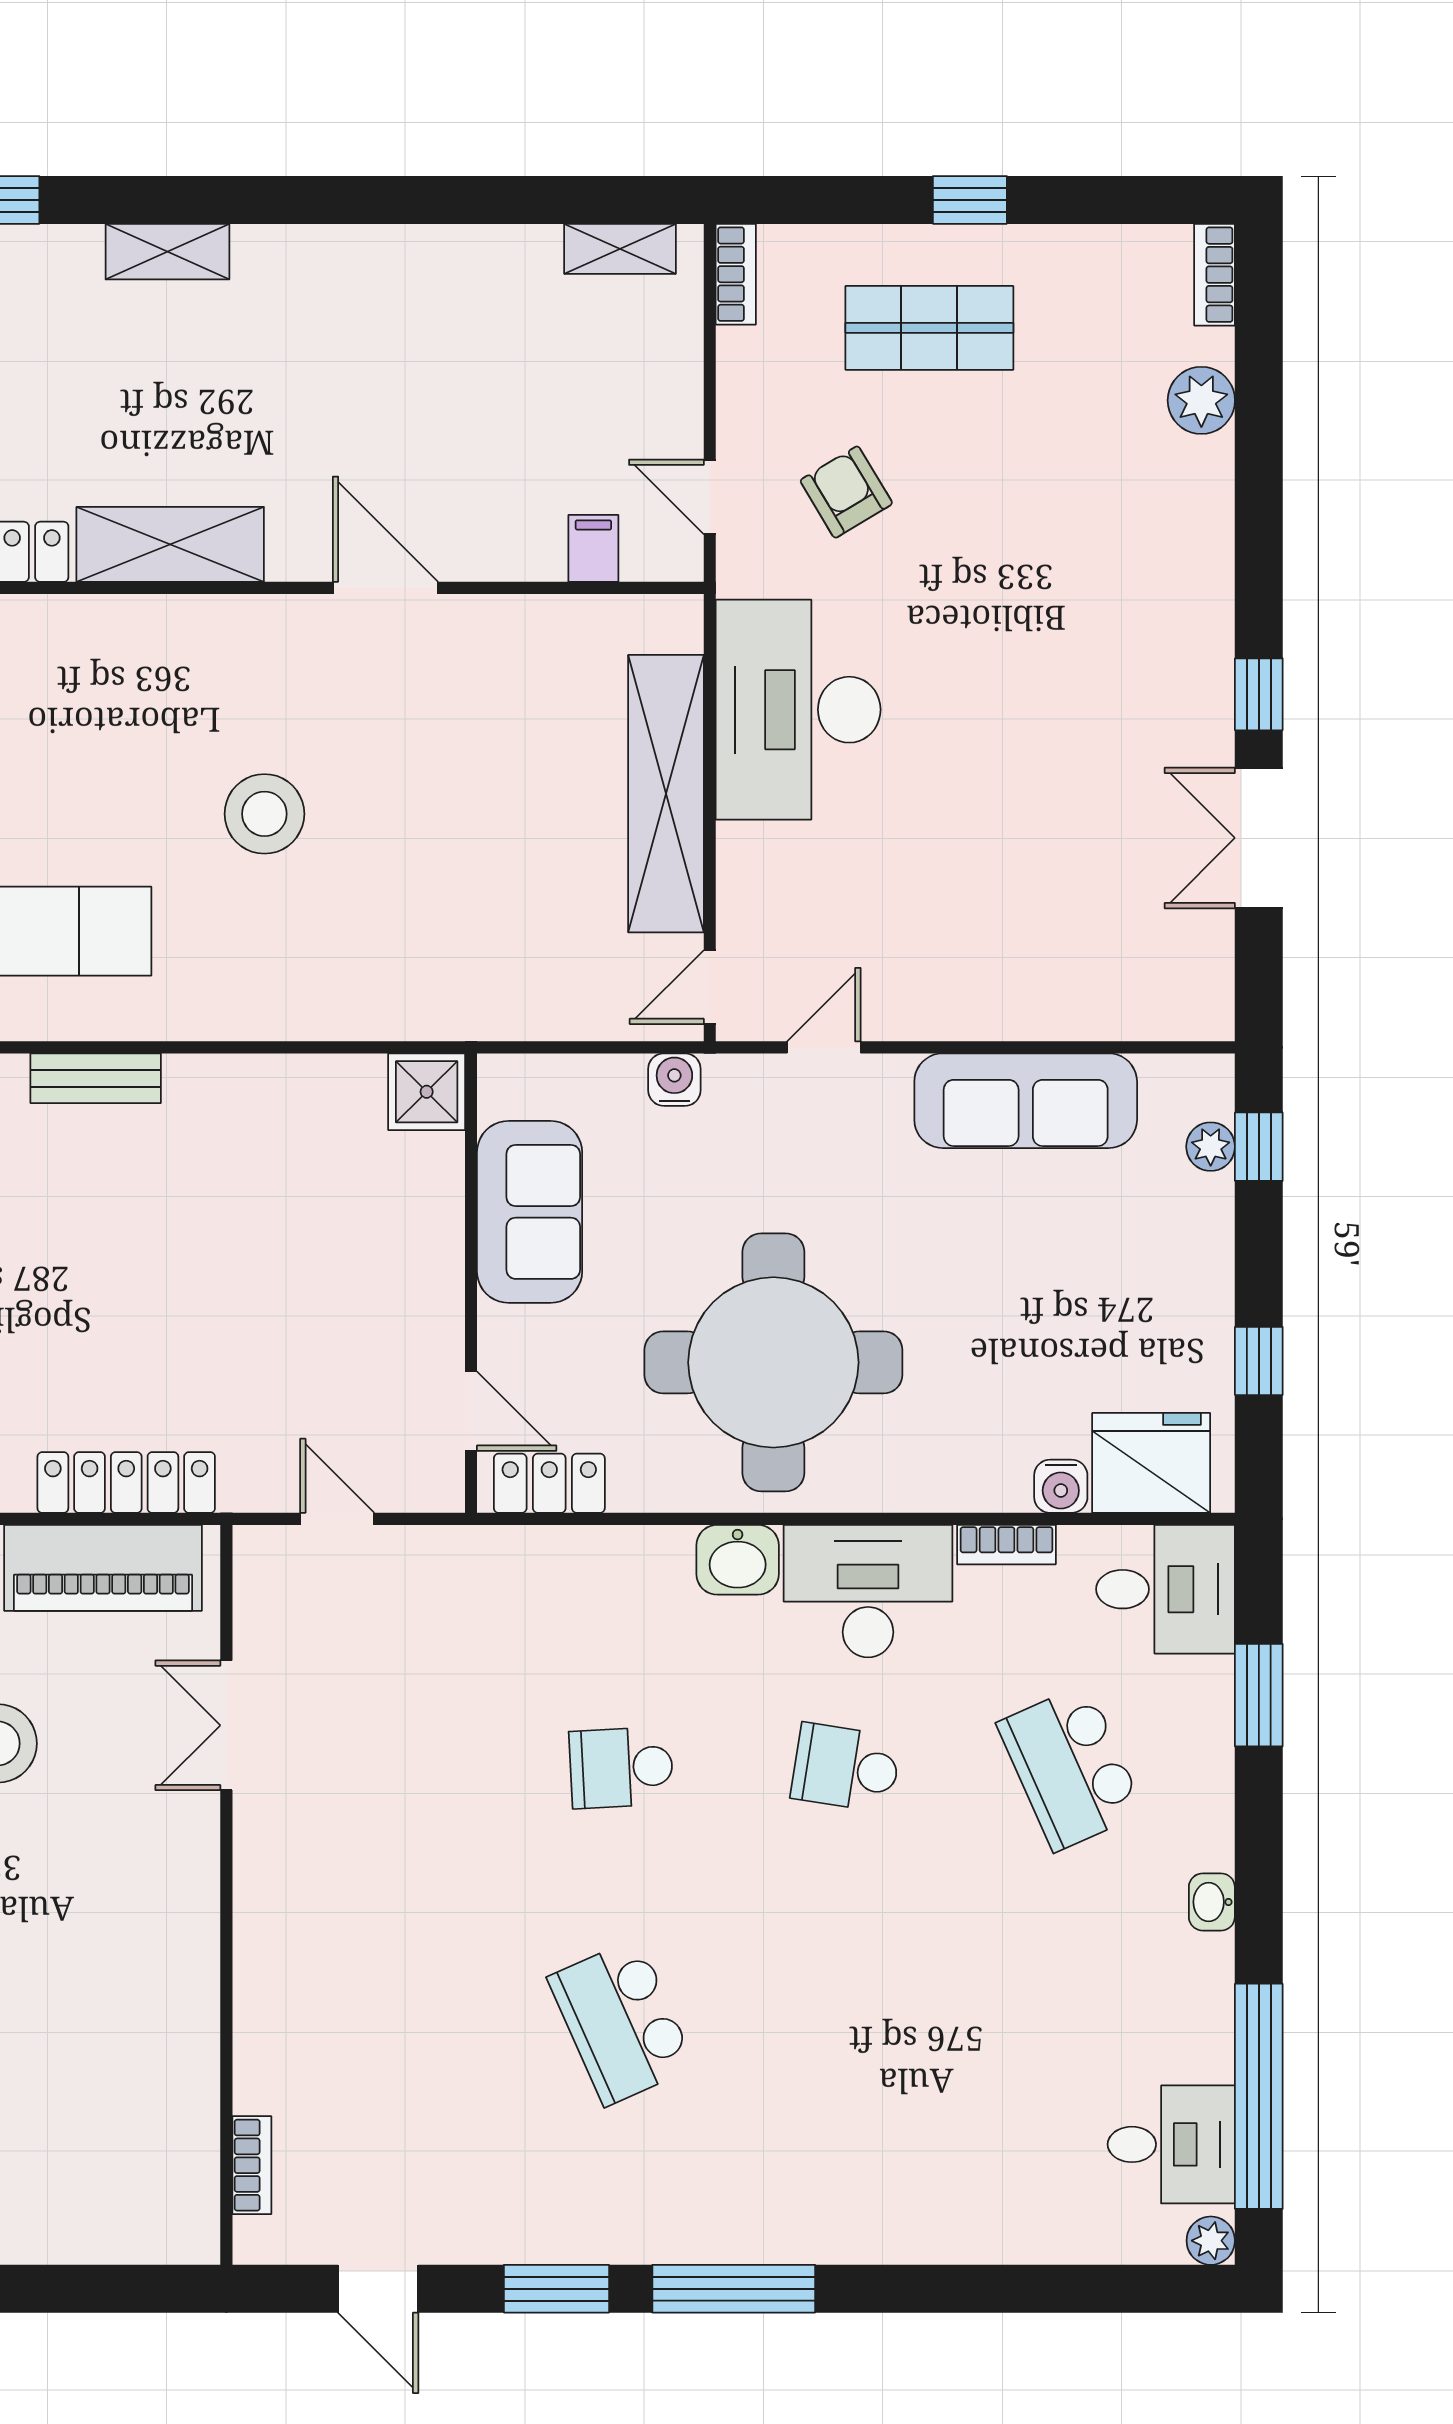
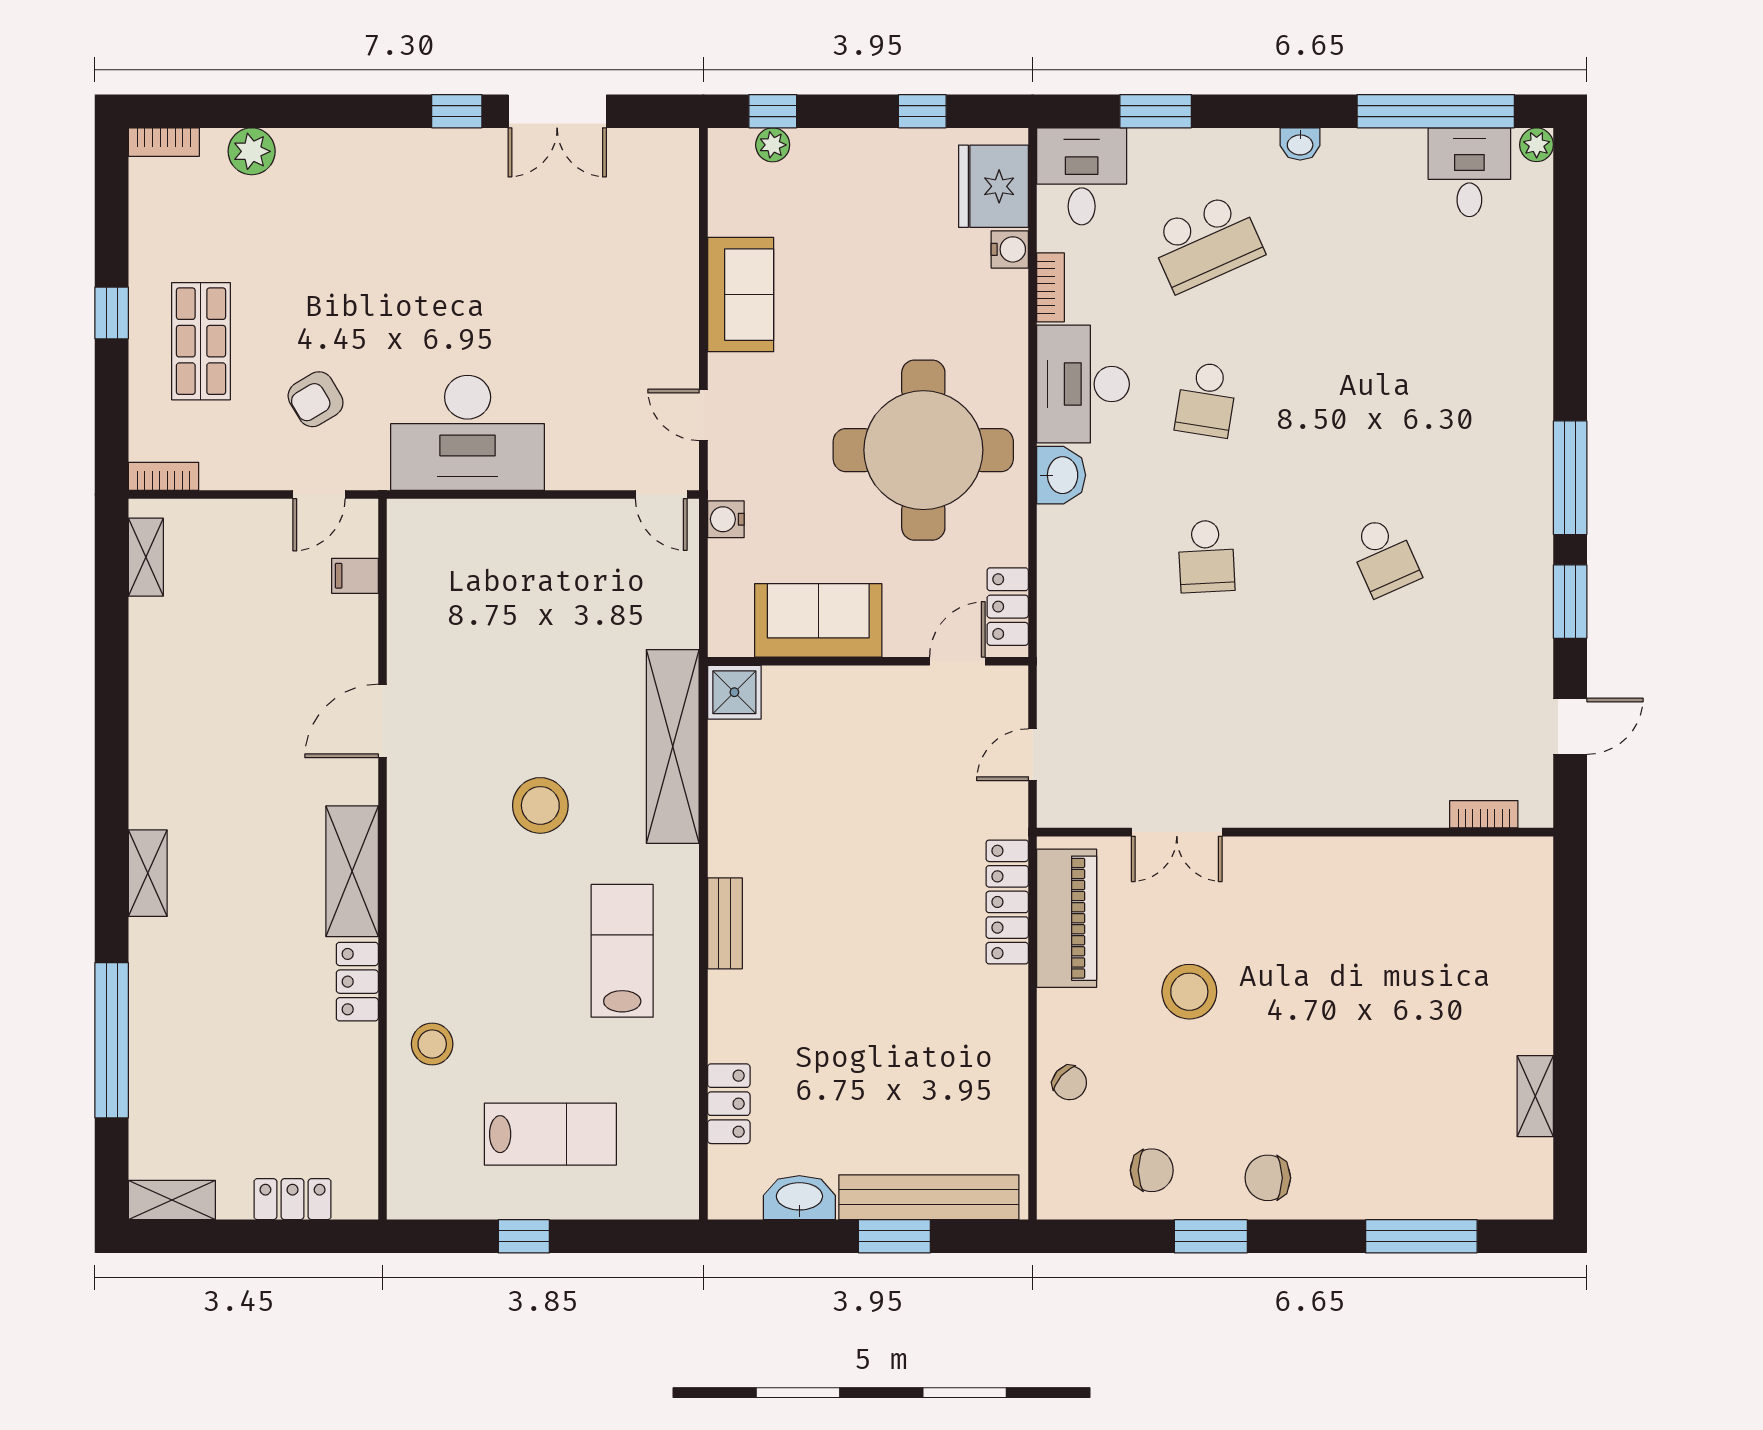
shelving: (666, 794) -> (673, 746), moved, turned 90
sofa: (1026, 1101) -> (741, 295), width x0.73
school desk: (621, 2022) -> (1384, 556), width x0.54

